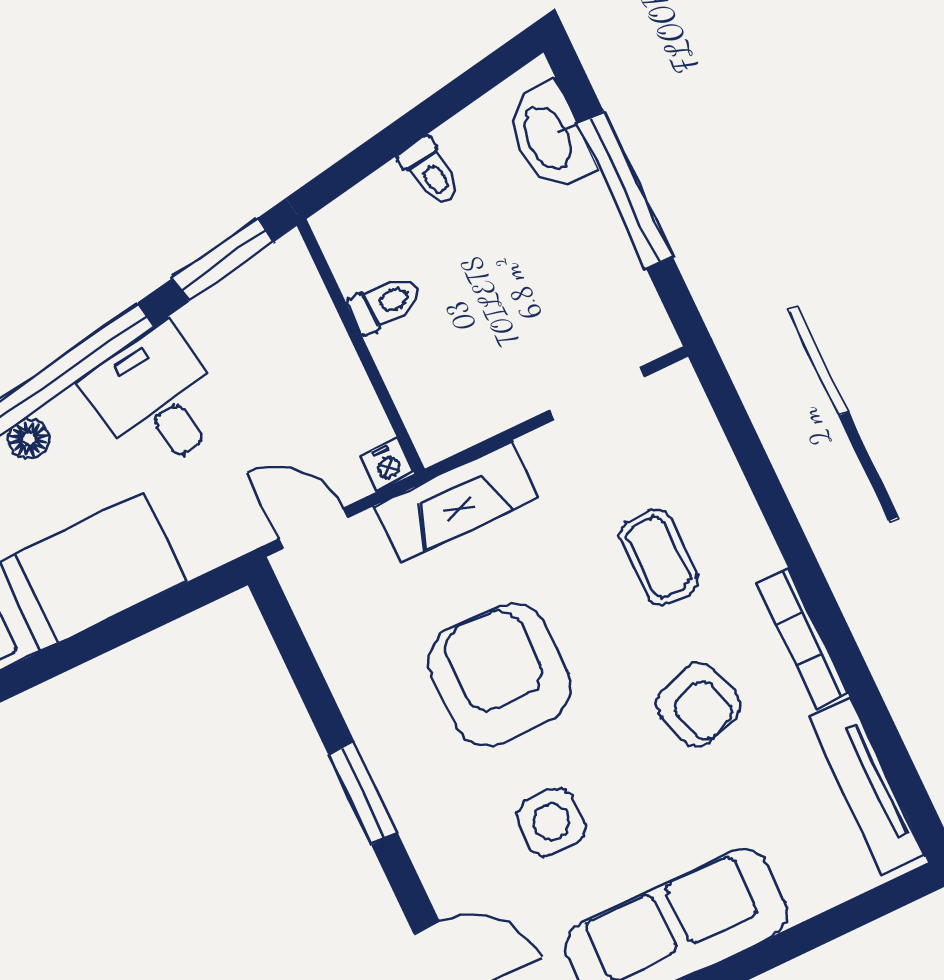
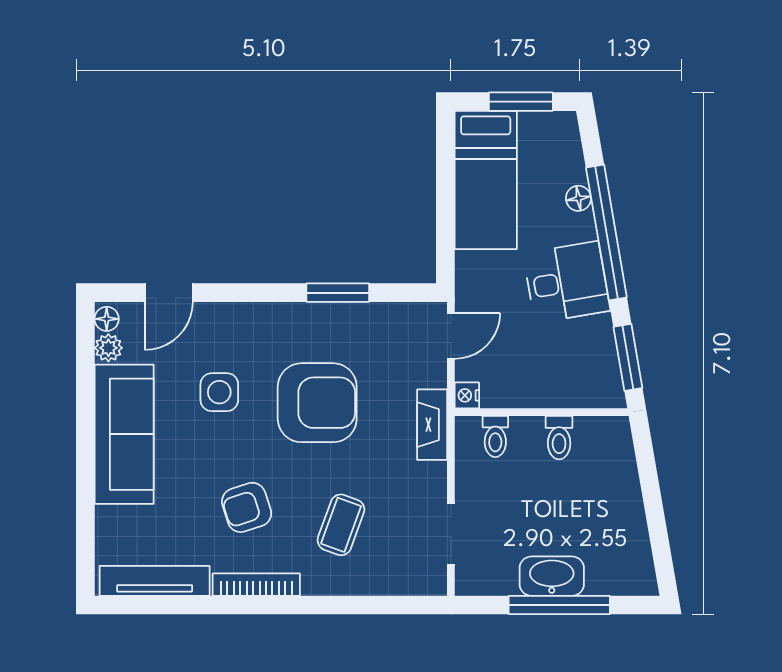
washbasin: (549, 137) -> (552, 576), moved
toilet: (430, 172) -> (495, 436), moved, turned -80
fireplace: (456, 502) -> (432, 425), width x0.73, depth x0.76
coffee table: (659, 557) -> (341, 525), turned -70
window: (363, 793) -> (338, 293), moved

